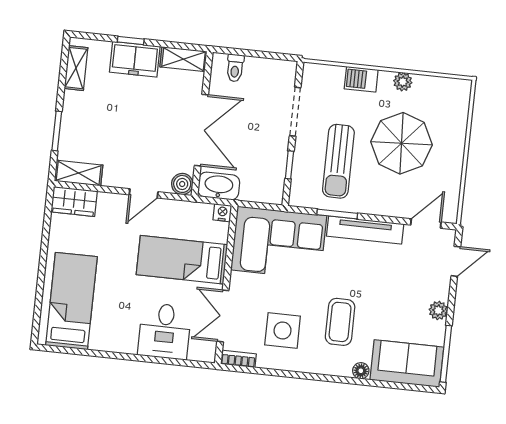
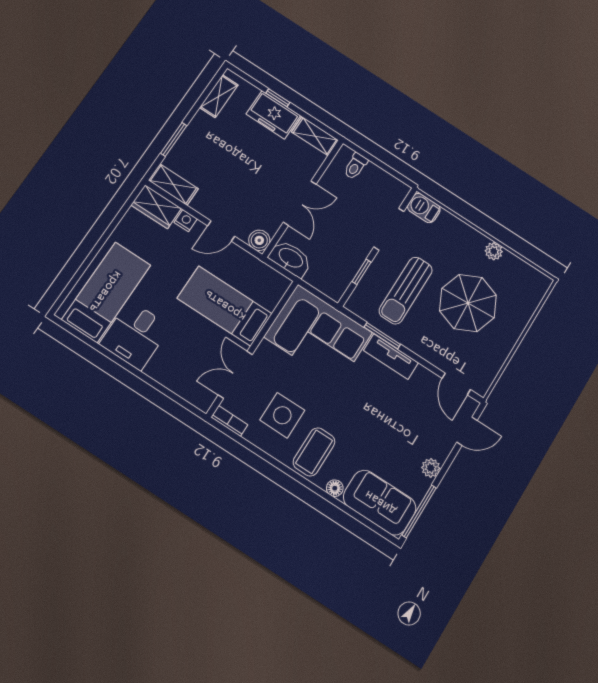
barbecue: (361, 79) -> (424, 208), moved
double door: (201, 130) -> (300, 203), width x0.73
nightstand: (222, 213) -> (186, 221), moved
door: (426, 223) -> (456, 384), swing flipped
tv unit: (365, 230) -> (391, 357), width x0.71
coffee table: (340, 322) -> (314, 452), moved
desk: (165, 331) -> (135, 335), moved

